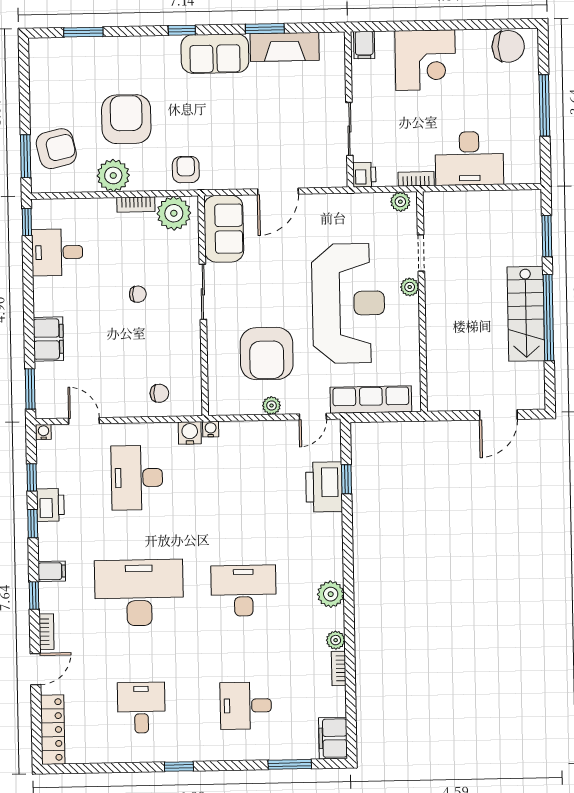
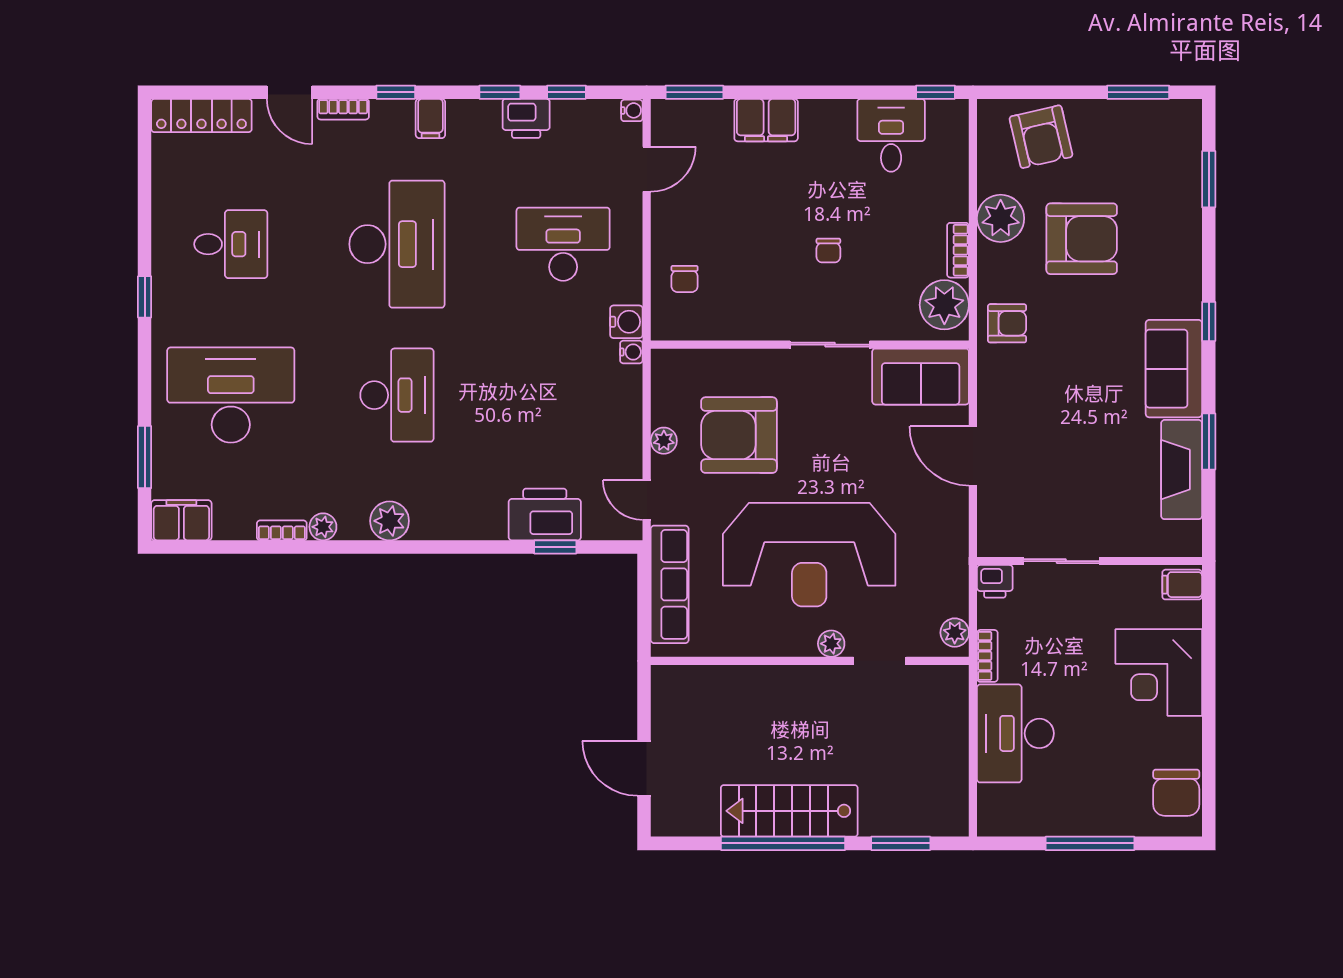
window: (26, 156) -> (1138, 92), moved
desk: (246, 706) -> (231, 395), width x1.87, depth x1.30

